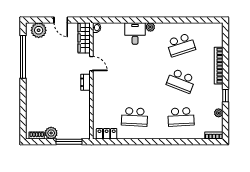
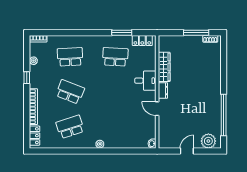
door: (61, 20) -> (187, 151), hinge flipped
desk: (135, 34) -> (145, 81), moved, turned -90
locker: (218, 36) -> (35, 136), added
wardrobe: (84, 38) -> (164, 67), moved
plant: (51, 133) -> (196, 41), removed
window: (69, 142) -> (196, 33), moved
window: (128, 142) -> (122, 33), added

